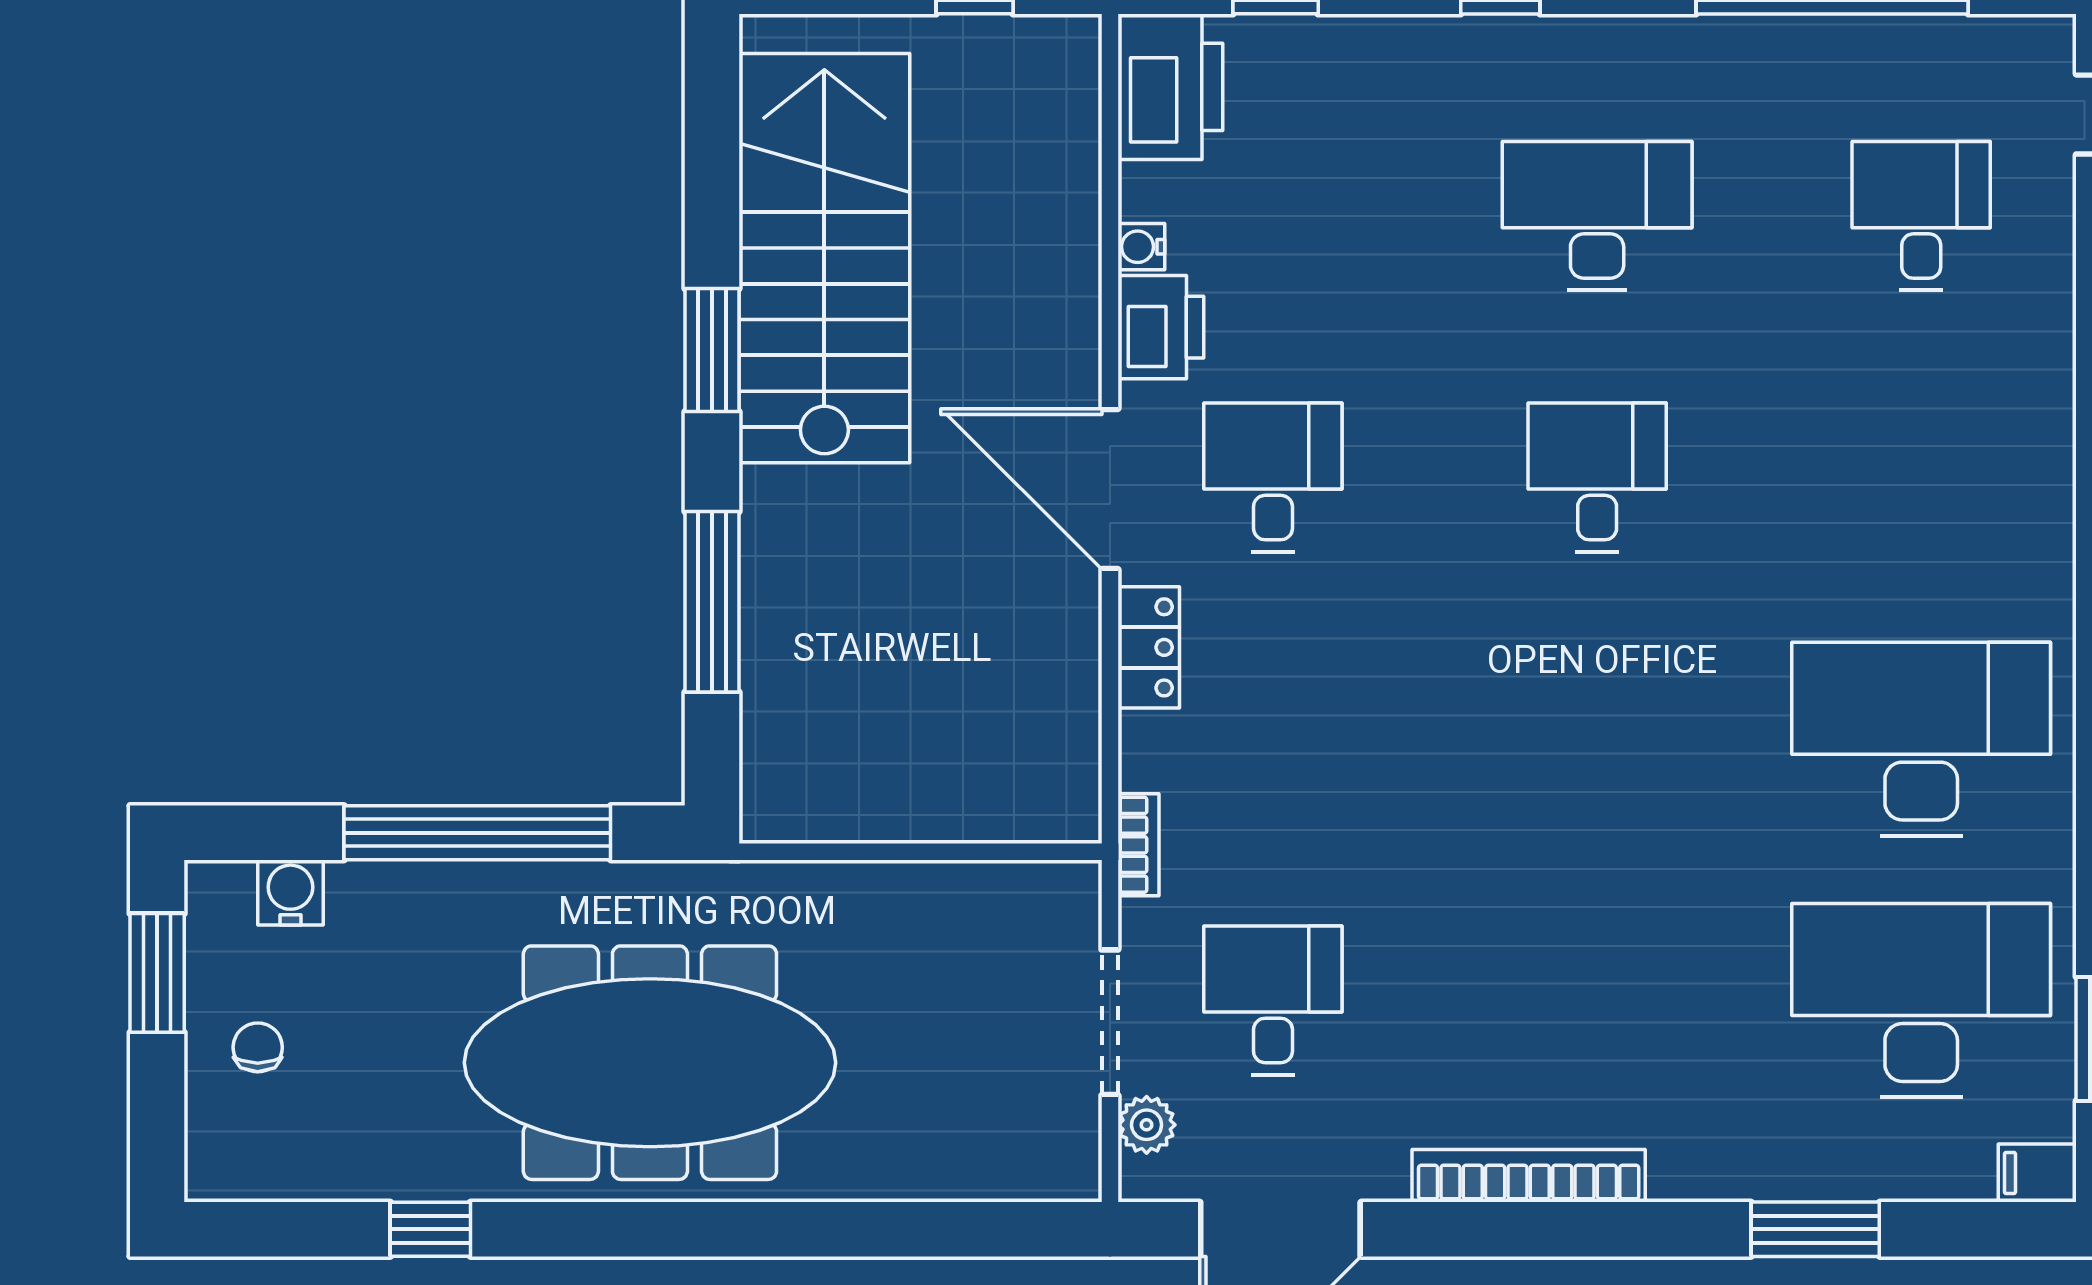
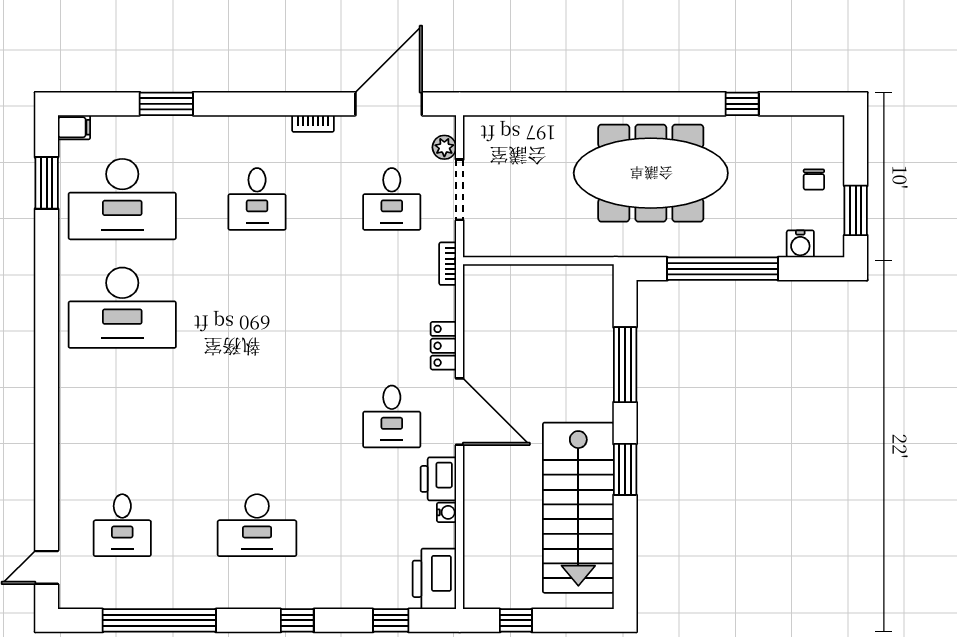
desk: (1597, 477) -> (257, 199), moved
bookcase: (1529, 1176) -> (313, 123), width x0.43, depth x0.76

